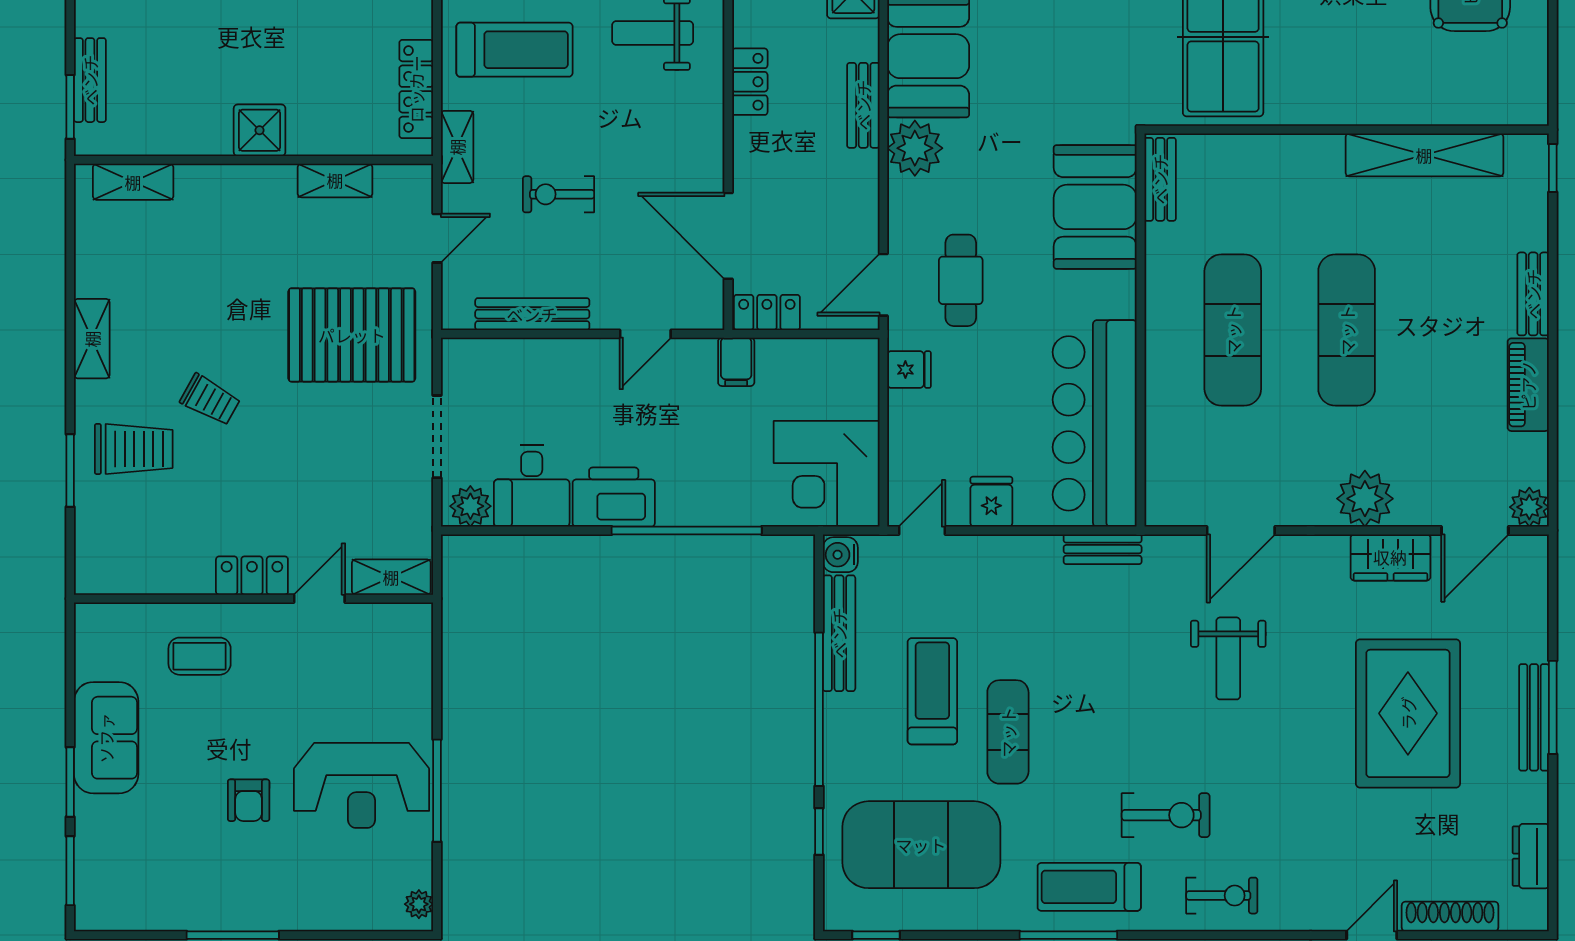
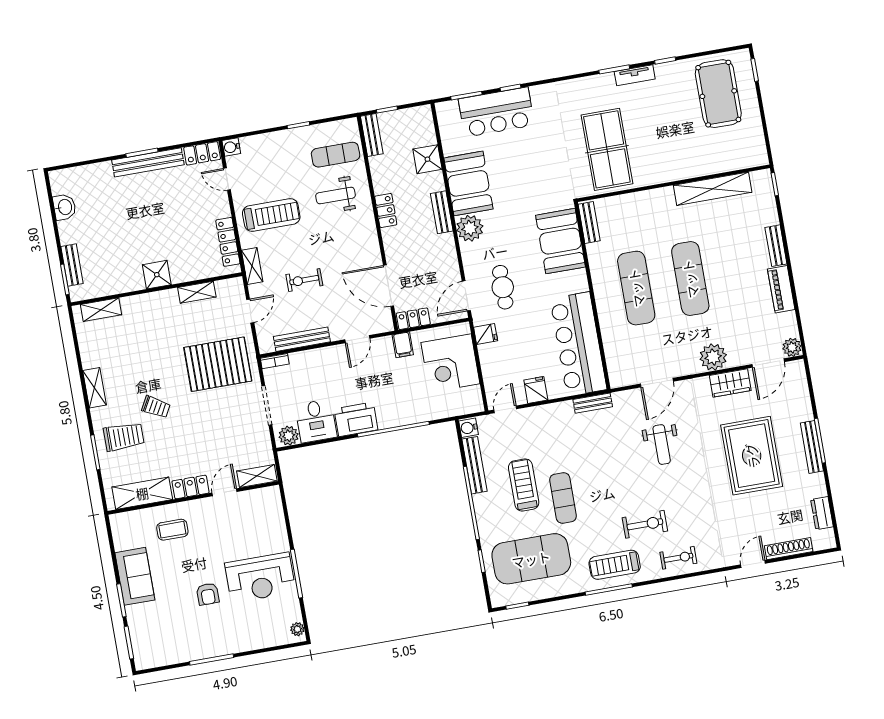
bookcase: (469, 349) -> (275, 361), added
corner desk: (827, 474) -> (450, 363), moved
shelving: (151, 571) -> (142, 493), added

